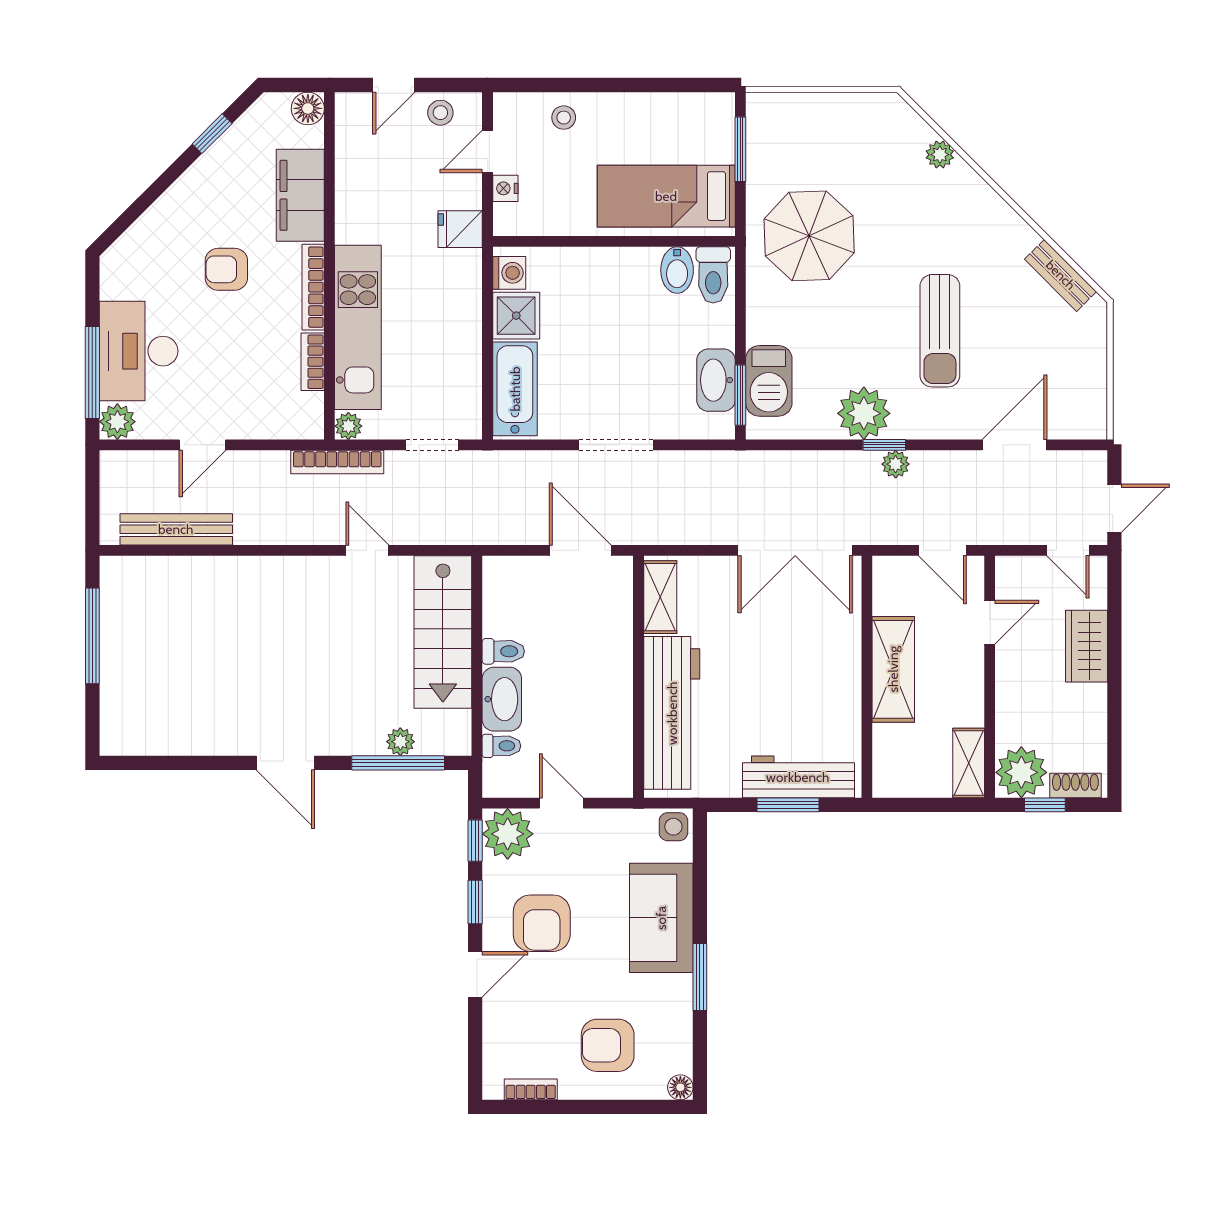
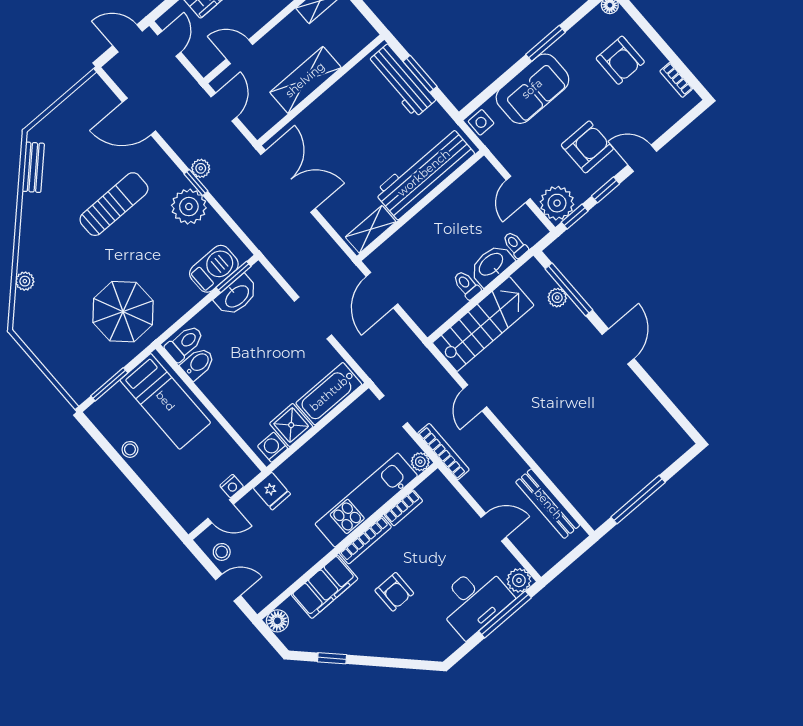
stool: (564, 118) -> (130, 449), moved

